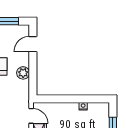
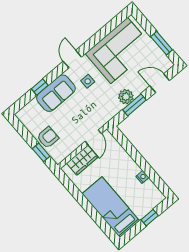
window: (33, 72) -> (134, 105), added

